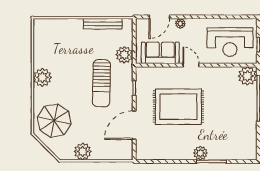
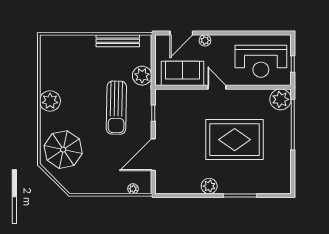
rug: (178, 107) -> (235, 140), moved
plant: (83, 151) -> (133, 189), moved, width x0.53, depth x0.53
plant: (200, 153) -> (209, 186), moved

